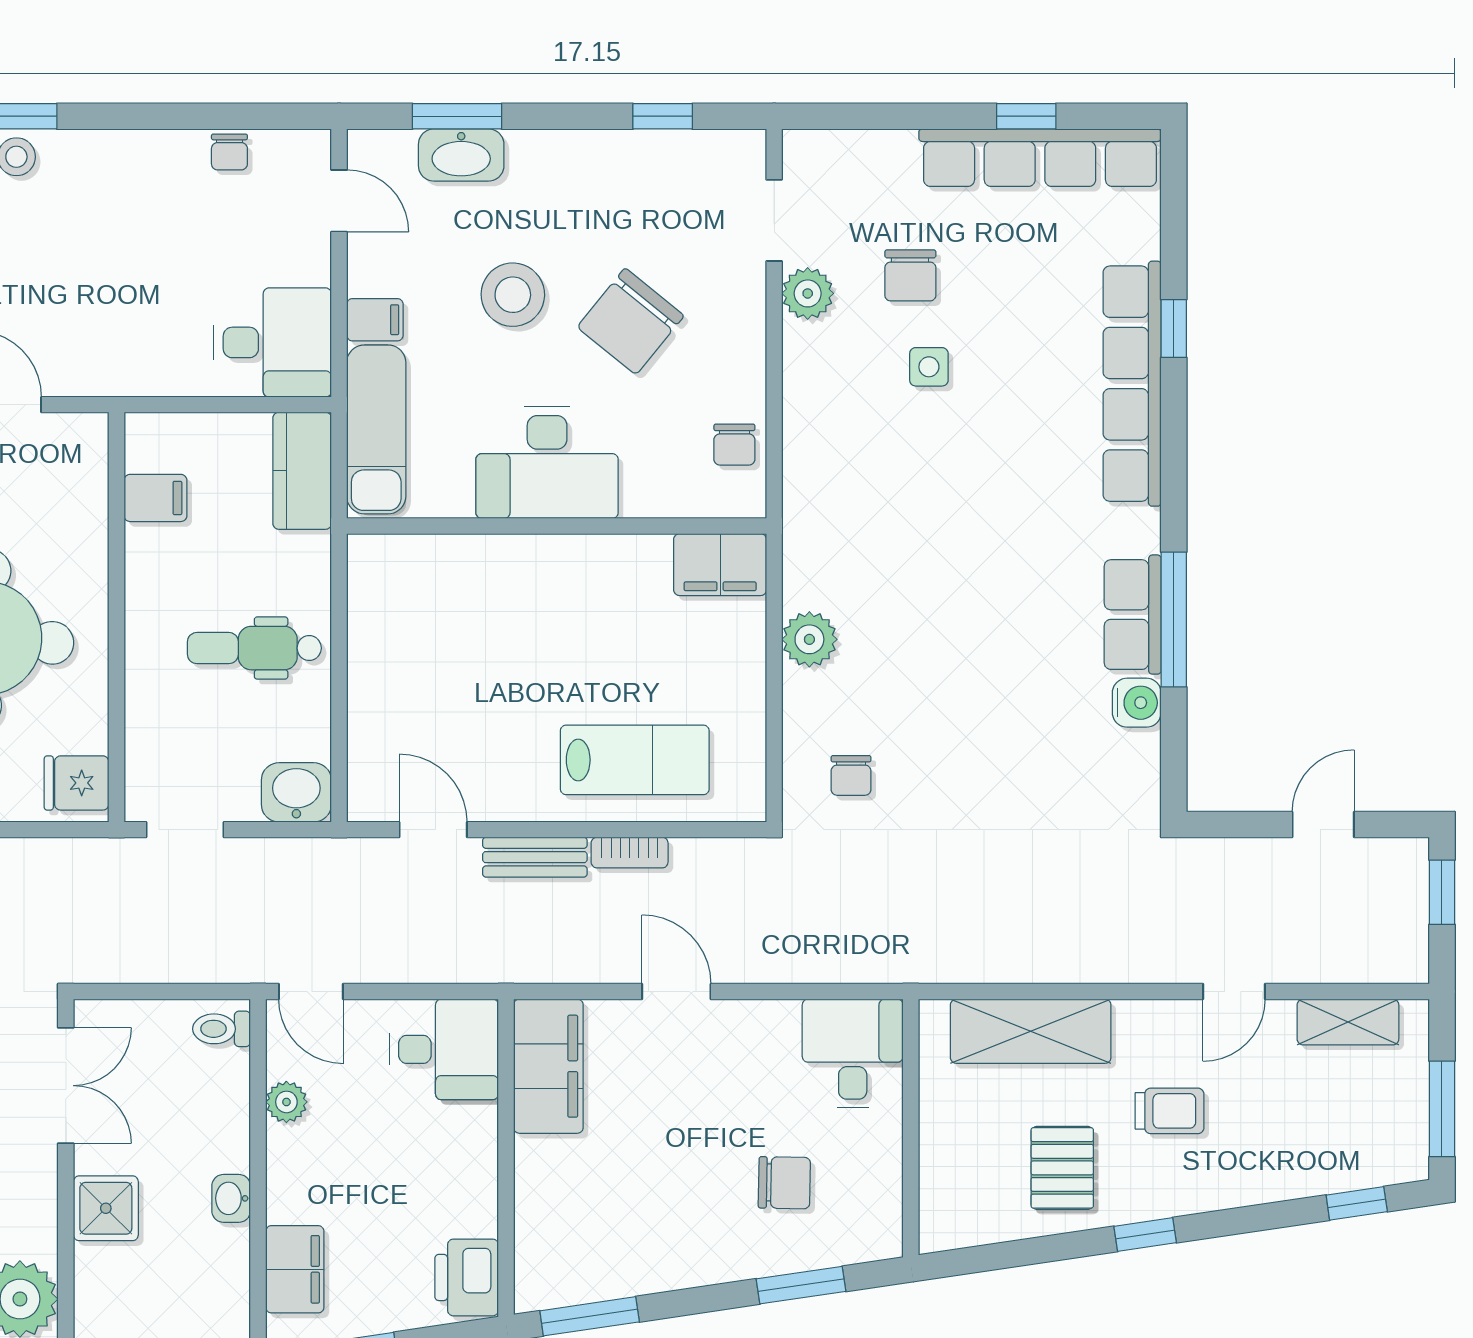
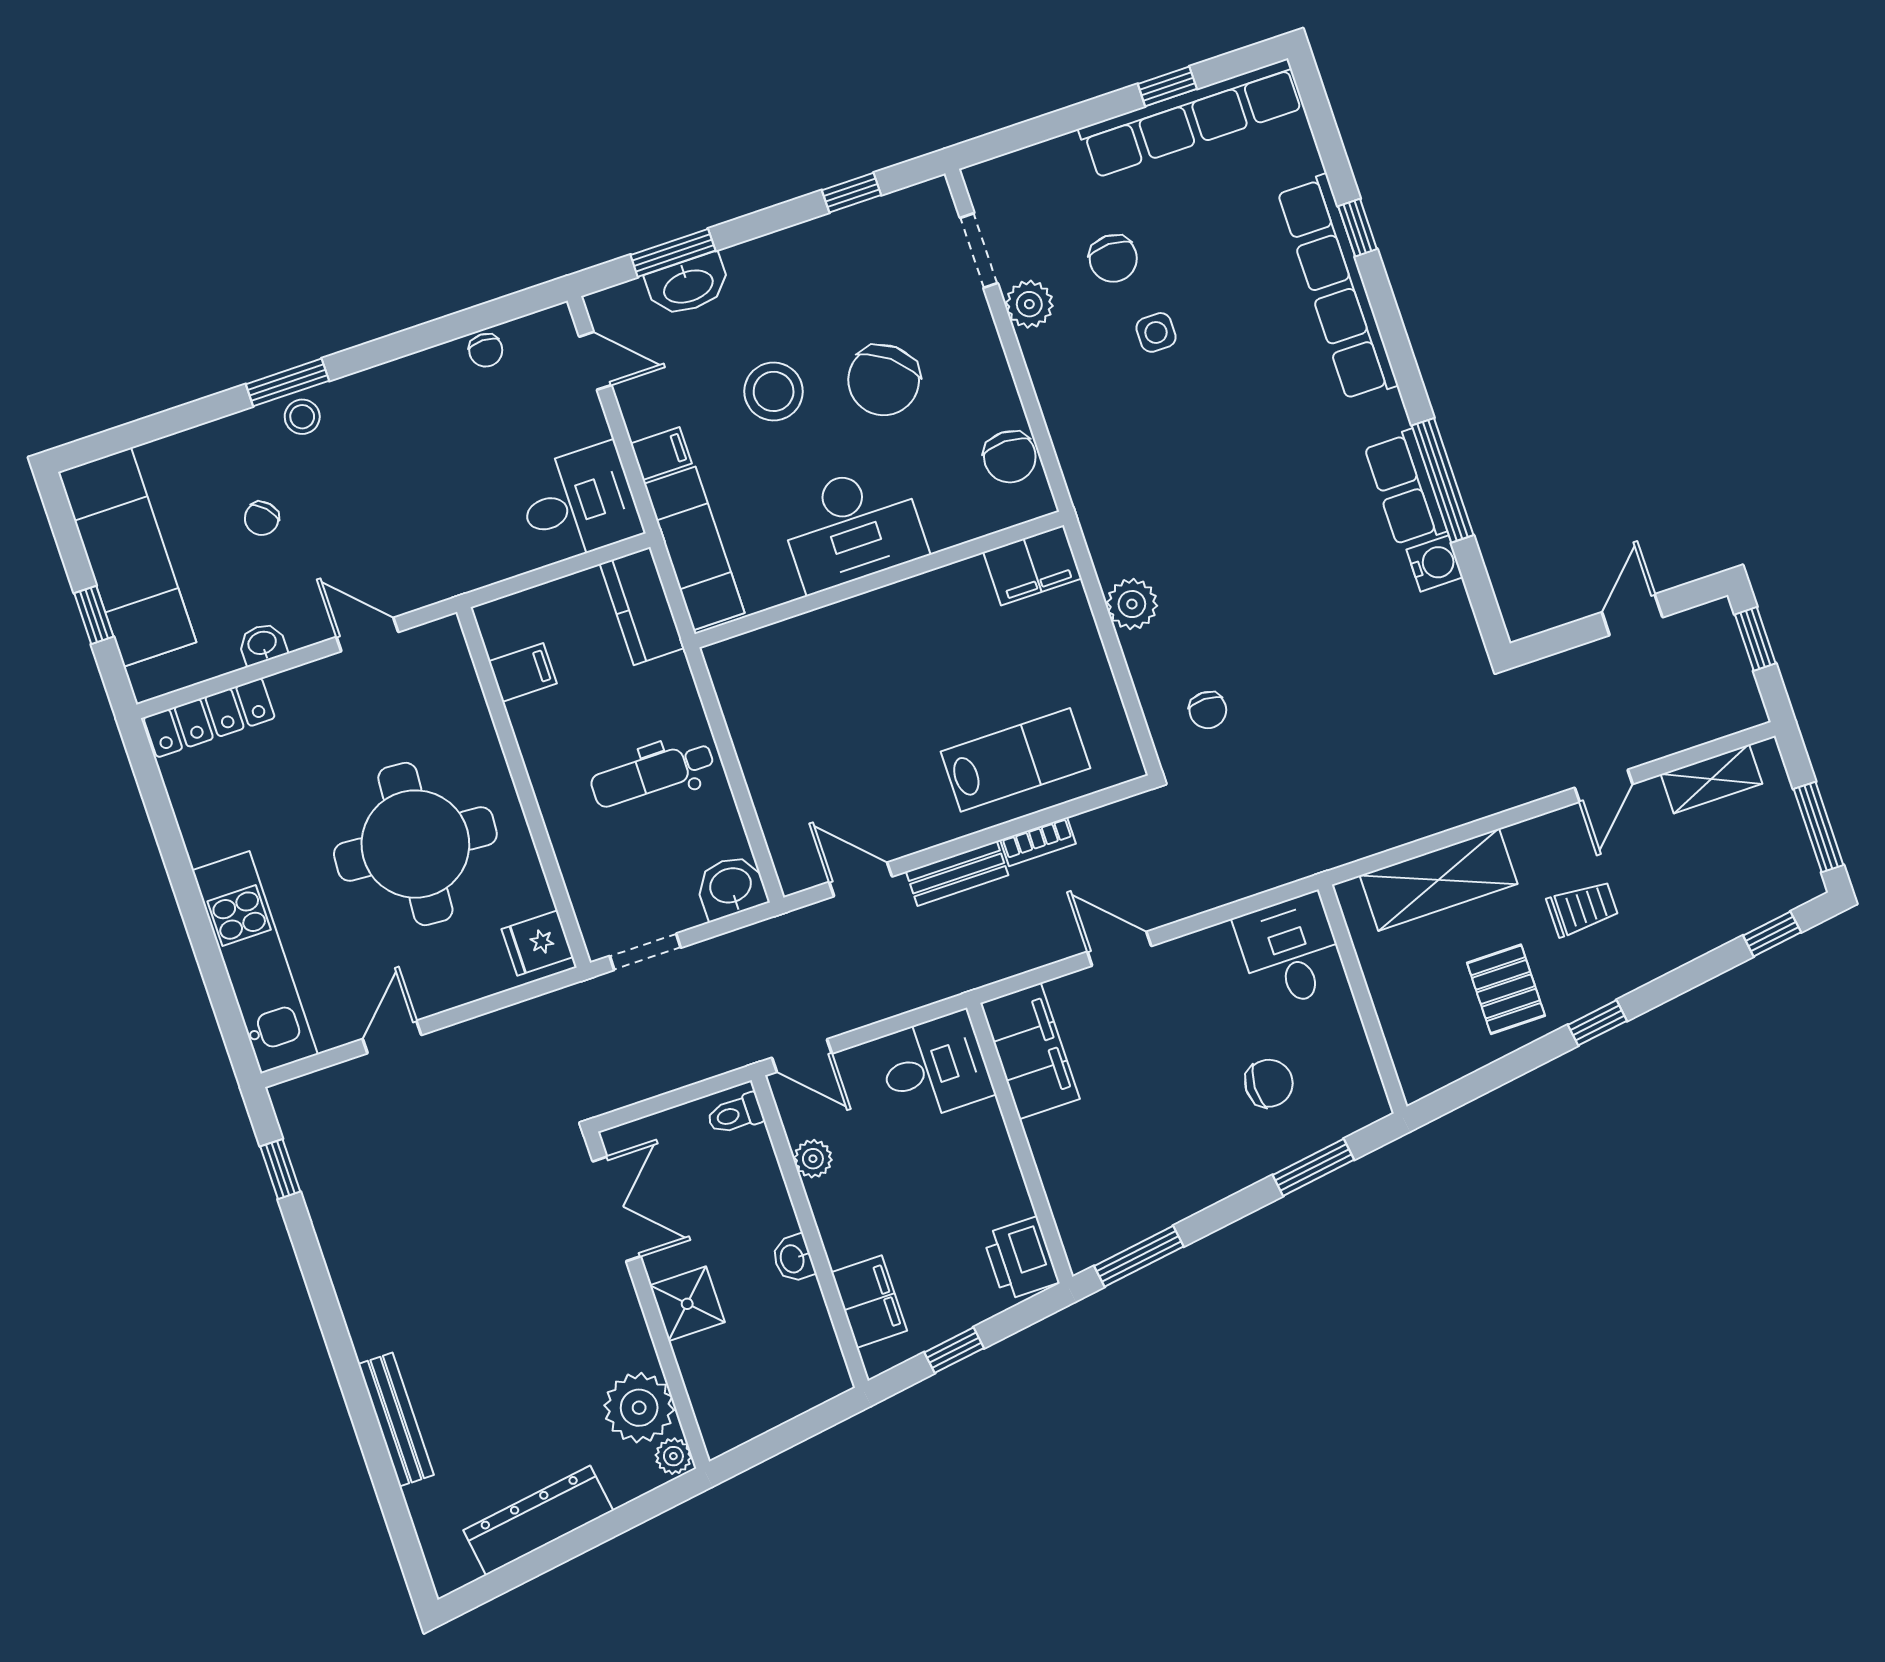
chair: (734, 445) -> (1010, 457), width x1.37, depth x1.37

